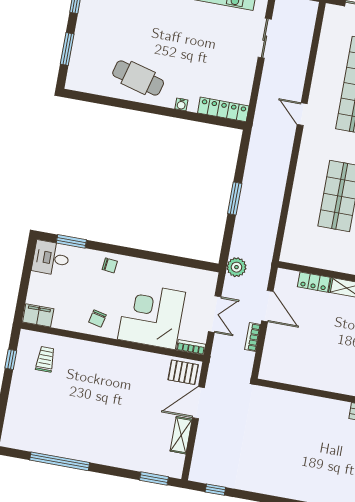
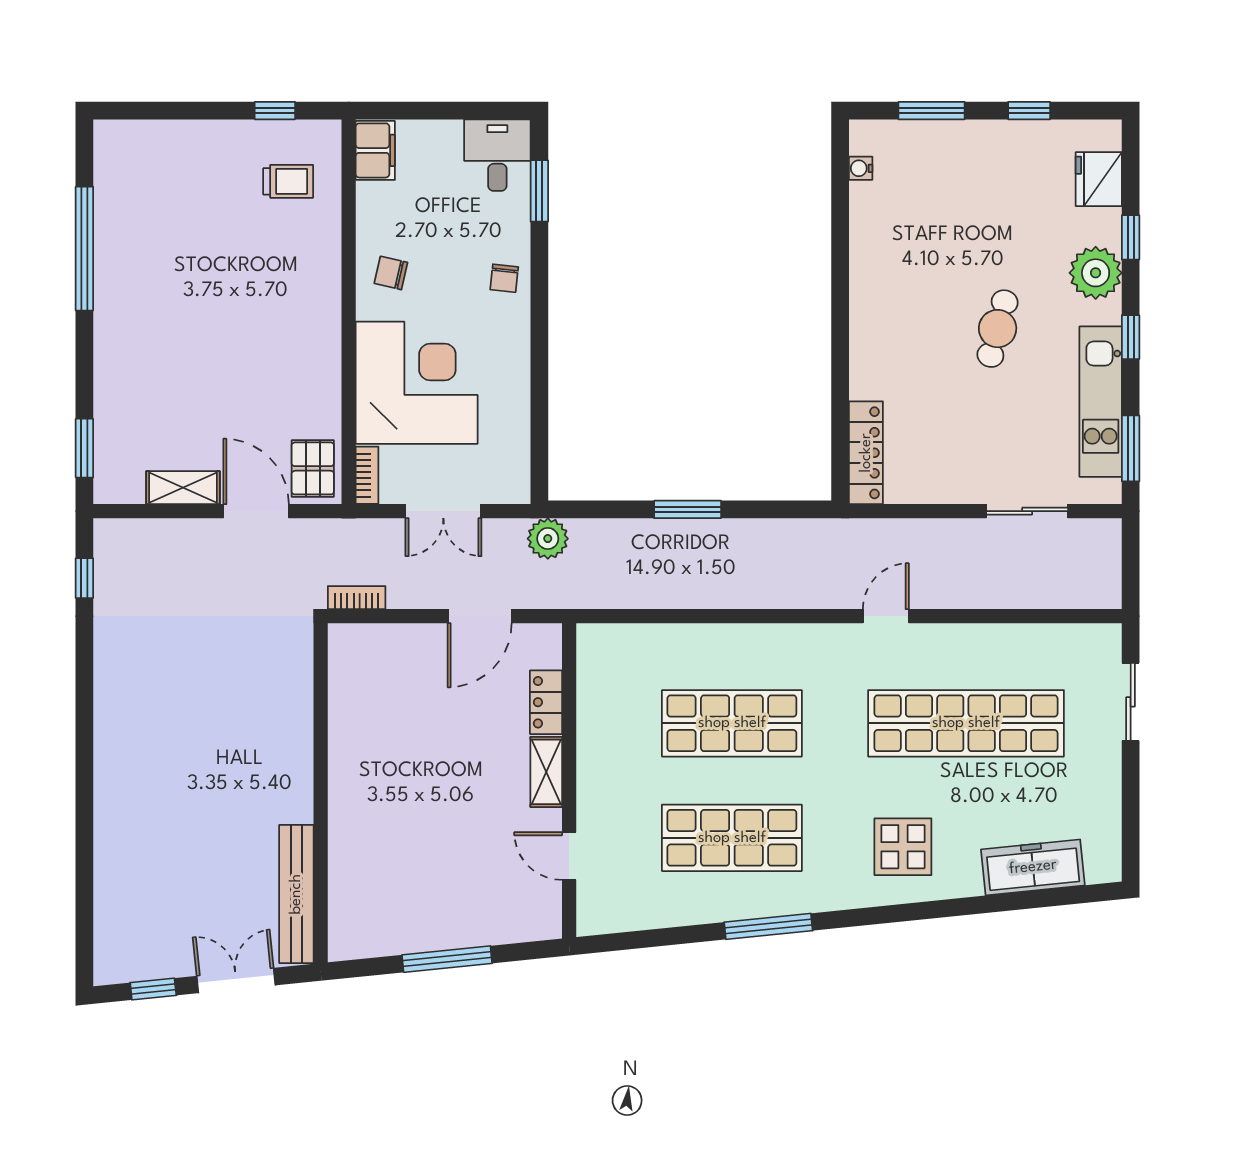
cafe table: (138, 78) -> (998, 329), moved, width x0.73, depth x0.74
water cooler: (181, 104) -> (861, 168), moved
bookcase: (253, 337) -> (357, 598), moved

